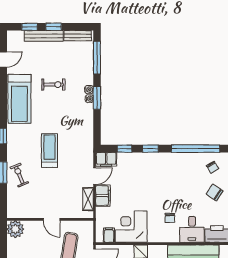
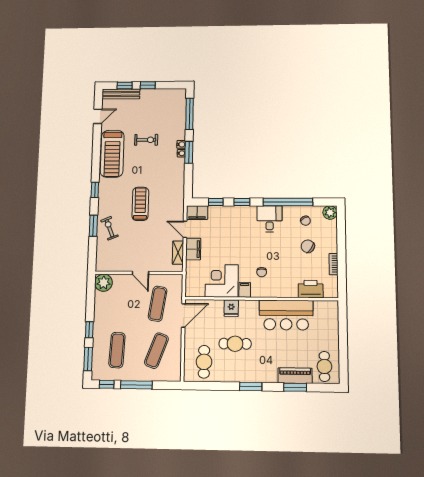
bench: (44, 36) -> (121, 94), moved
bench: (78, 36) -> (171, 93), removed
door: (94, 176) -> (185, 229), swing flipped
desk: (192, 229) -> (270, 219), moved, turned 180
filing cabinet: (109, 235) -> (245, 290), moved

